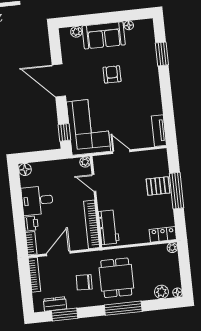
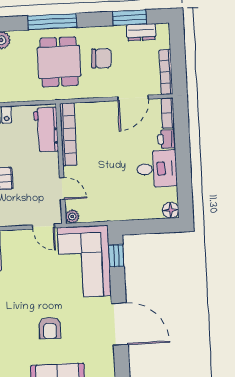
plant: (85, 162) -> (72, 216), moved
door: (94, 183) -> (62, 188), moved
wall: (96, 202) -> (61, 164), moved
bookcase: (92, 224) -> (68, 134), moved
workbench: (109, 227) -> (46, 129), moved

